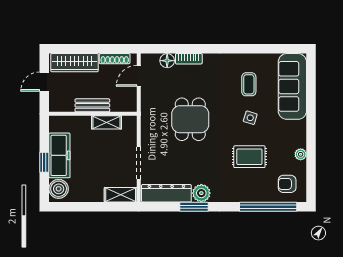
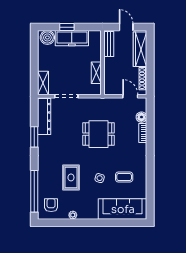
bench: (92, 105) -> (109, 44), moved
plant: (201, 193) -> (44, 142), removed

